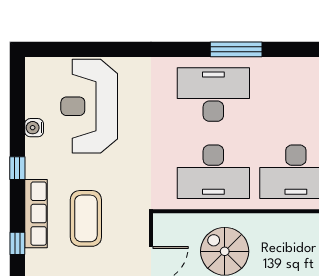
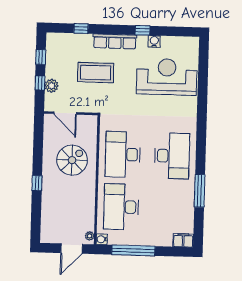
window: (236, 49) -> (200, 191), moved
window: (17, 168) -> (143, 30), moved
row of seats: (36, 214) -> (115, 41), moved

